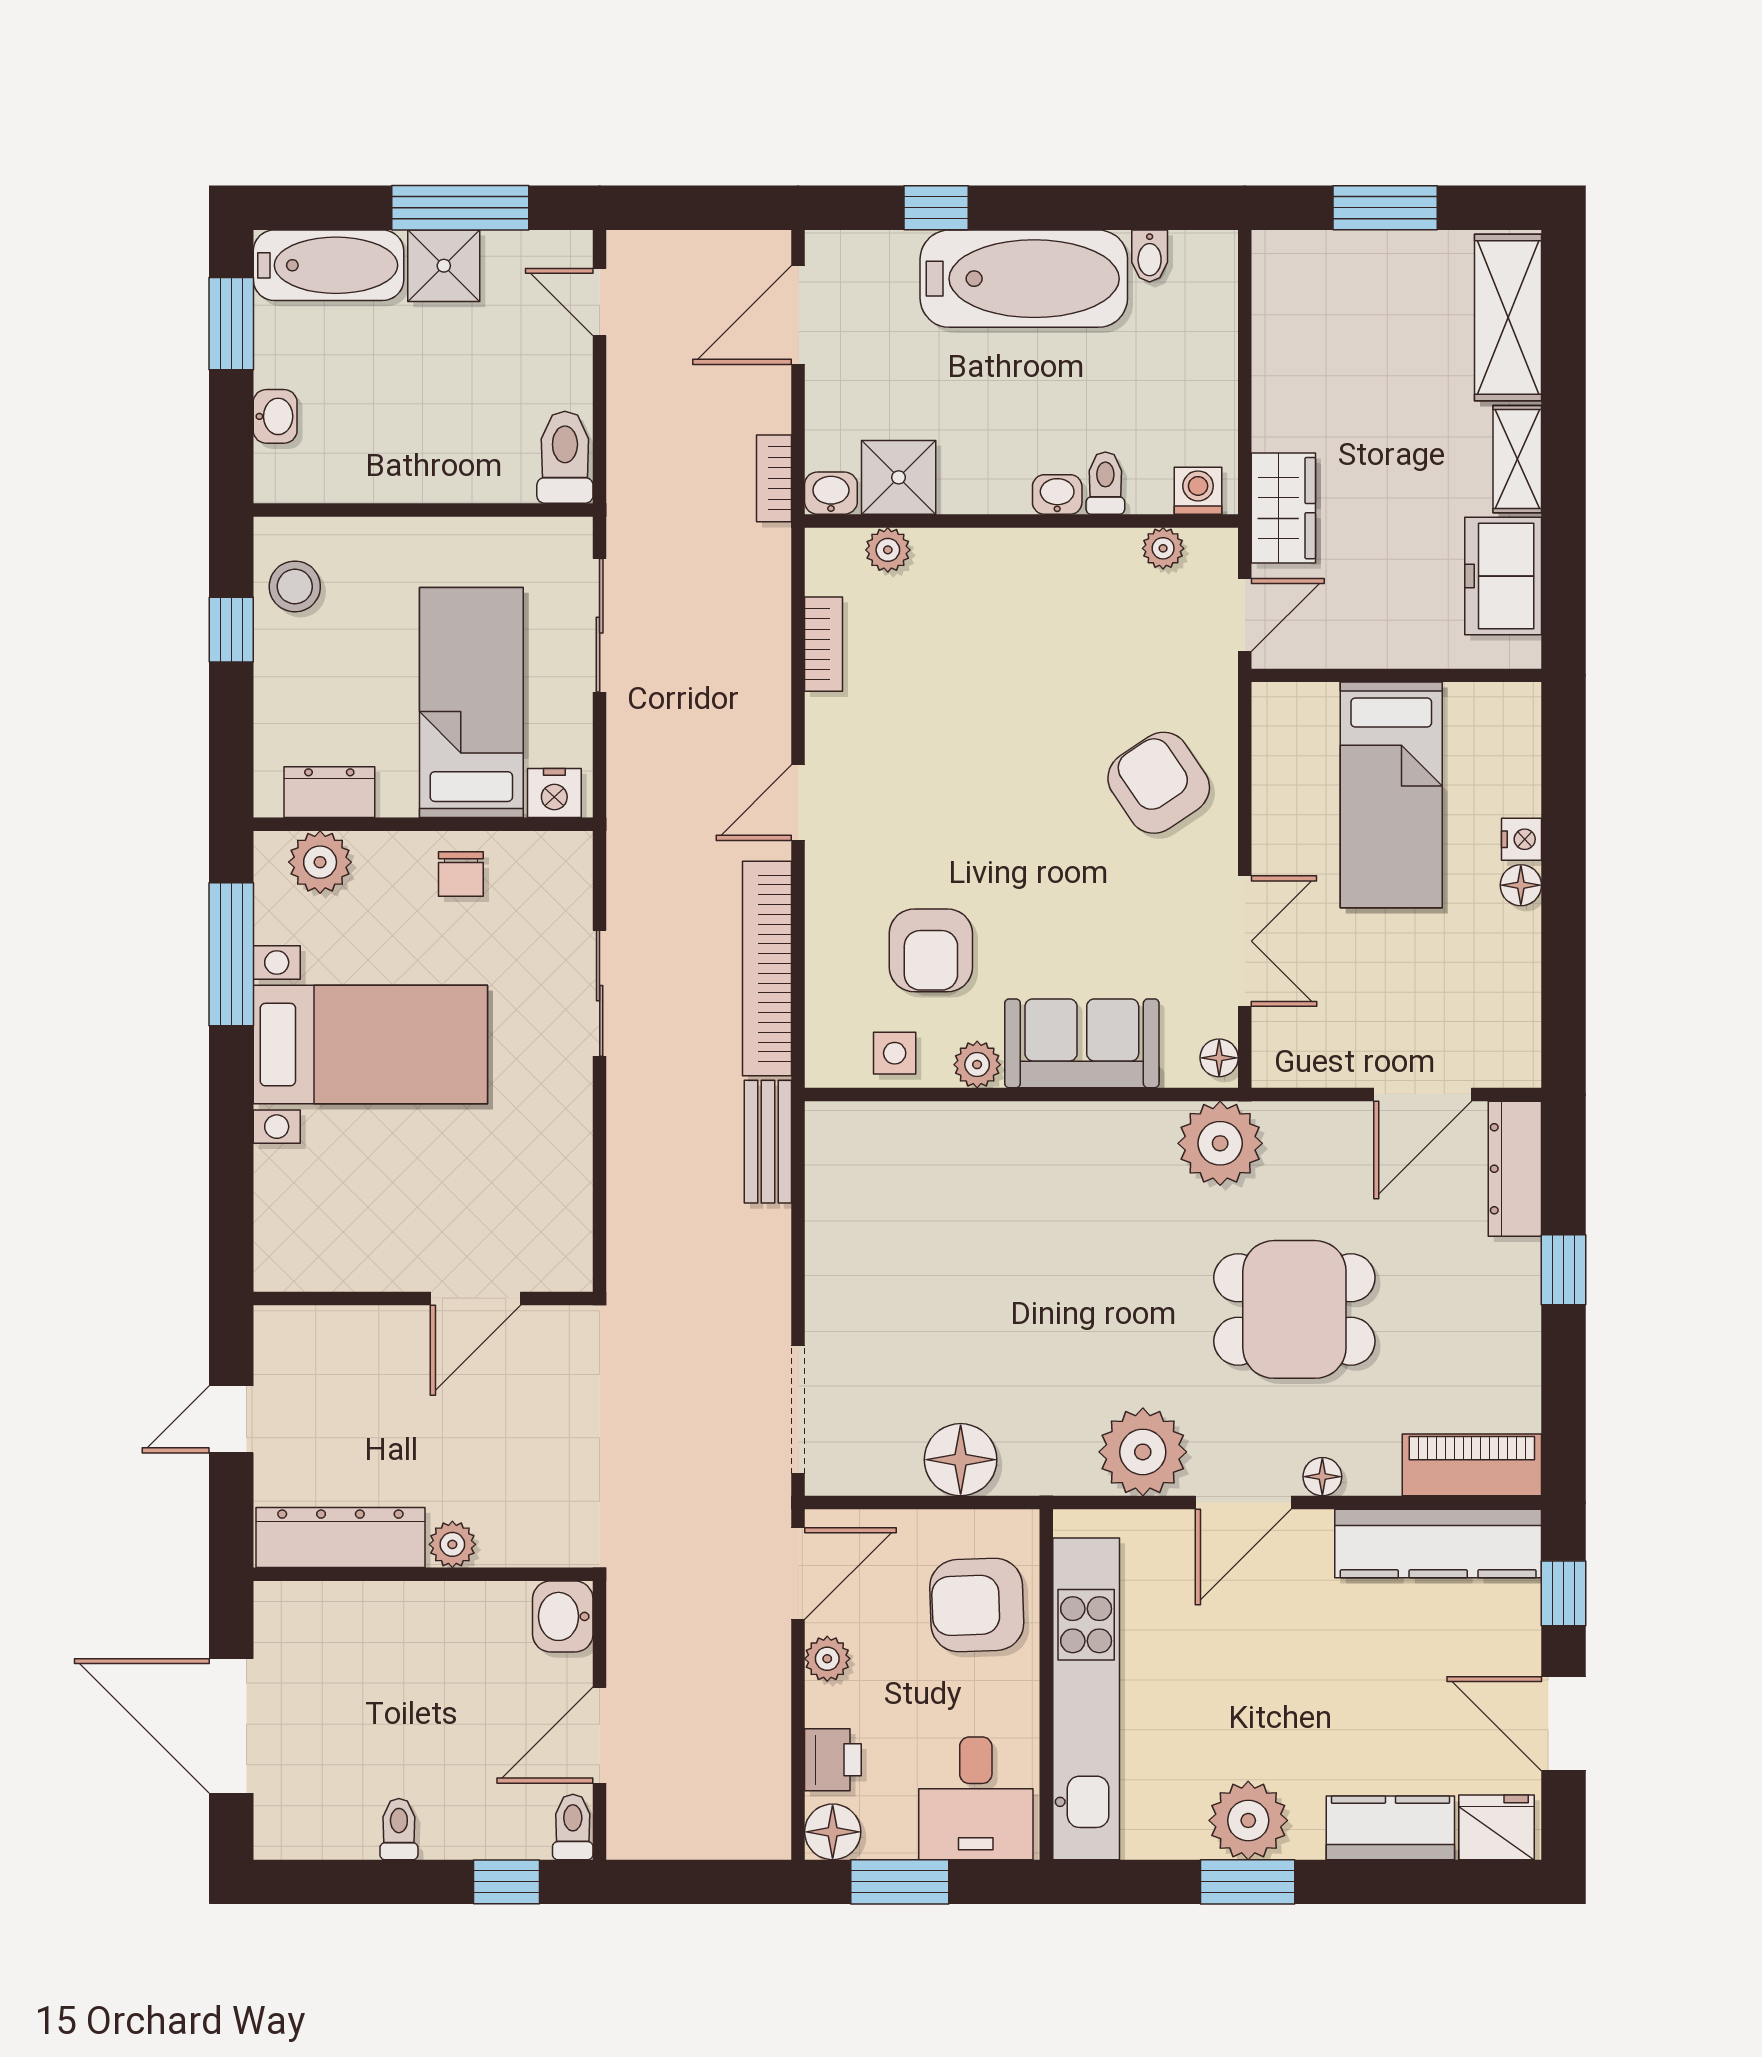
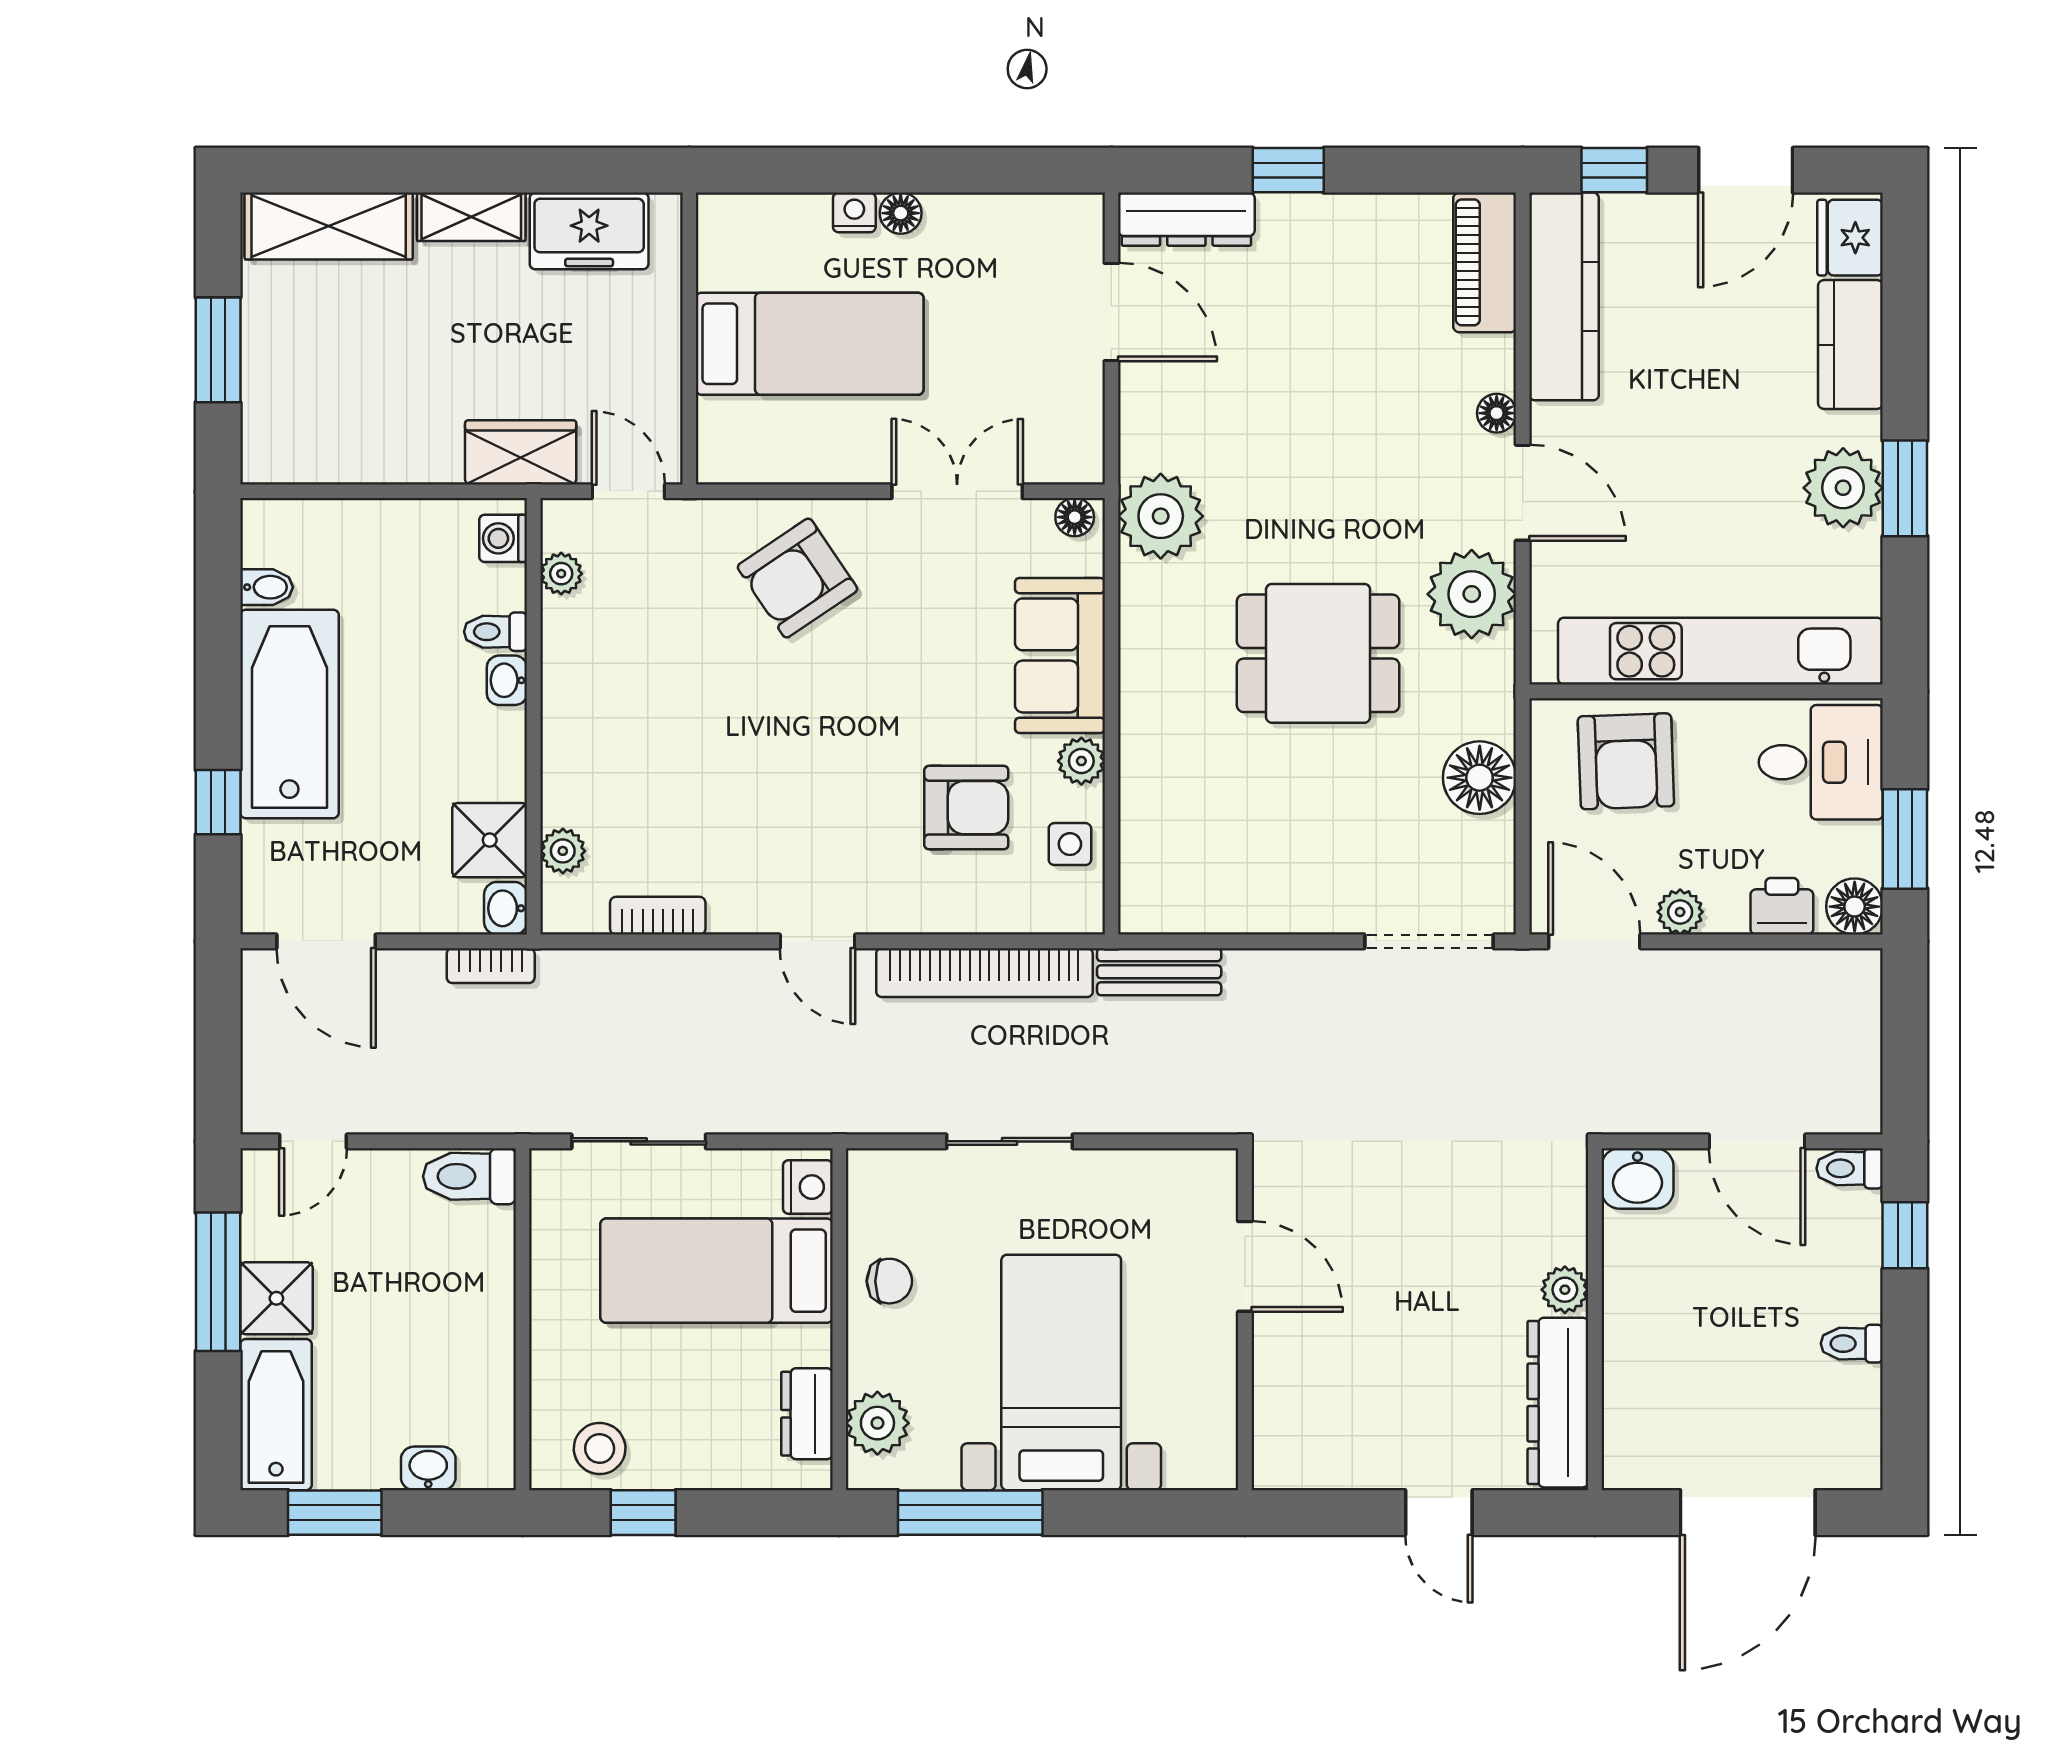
wall: (423, 1298) -> (1245, 1319), moved
door: (475, 1298) -> (1245, 1266), moved
dining table: (1294, 1309) -> (1318, 653), moved, turned 90

